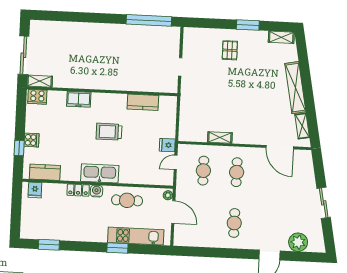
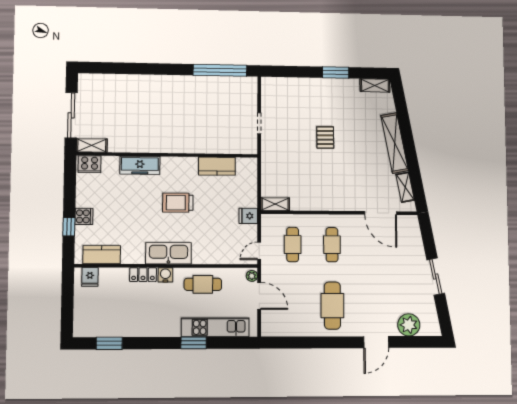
pallet: (230, 50) -> (325, 138), moved
freezer: (79, 99) -> (140, 165), width x1.40
shelving: (220, 137) -> (275, 204), moved
door: (176, 162) -> (259, 251), moved
cafe table: (234, 223) -> (332, 306), width x1.37, depth x1.35

